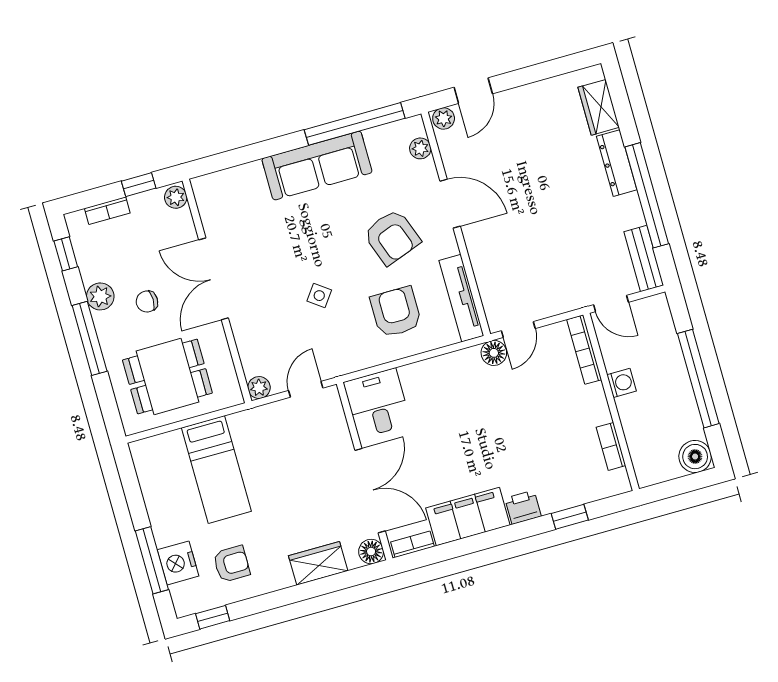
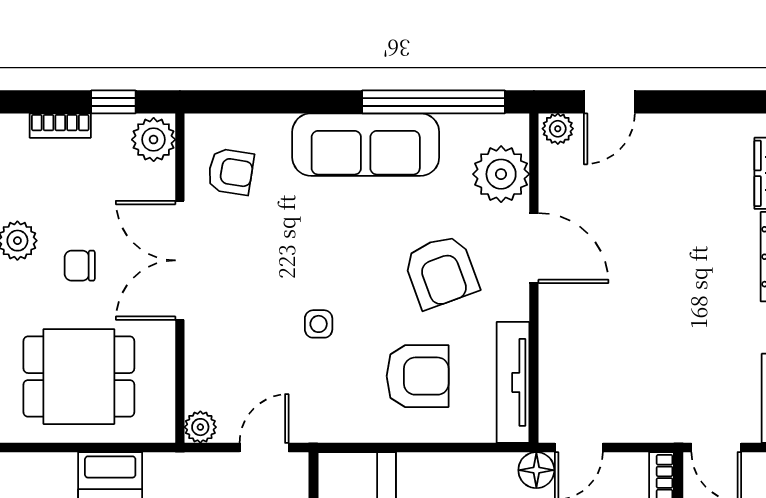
plant: (420, 148) -> (501, 174), width x1.87, depth x1.87
plant: (176, 197) -> (154, 140), width x1.38, depth x1.38
armchair: (231, 209) -> (231, 172), added
side table: (319, 296) -> (319, 324), turned -36
armchair: (396, 312) -> (418, 376), turned 90

